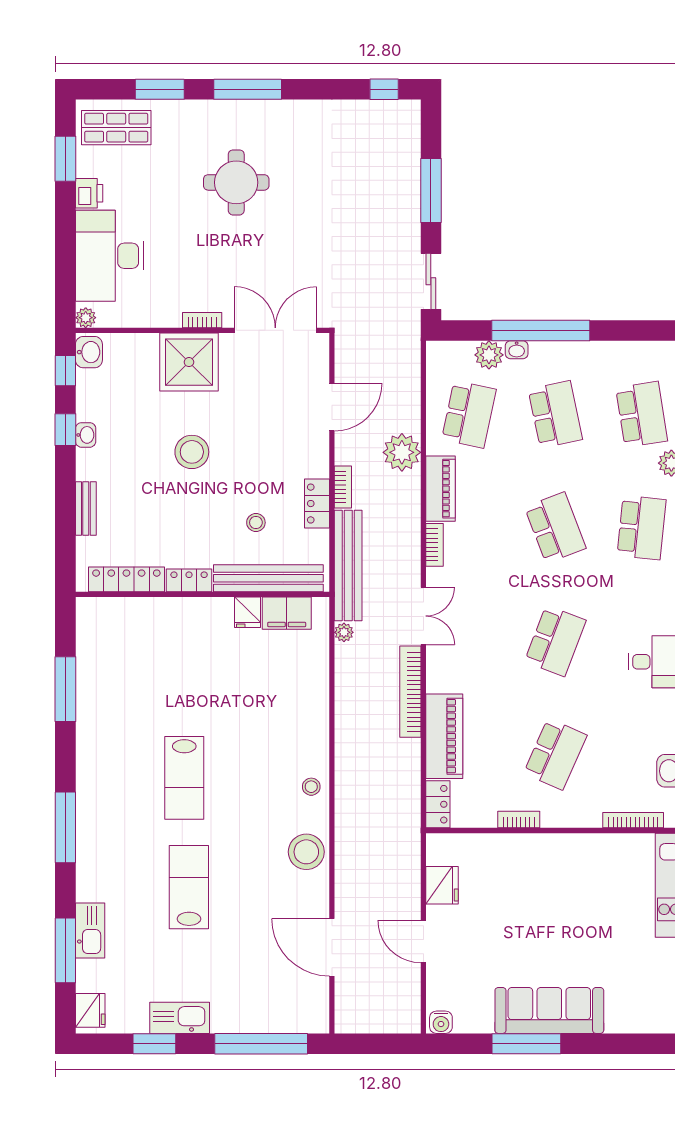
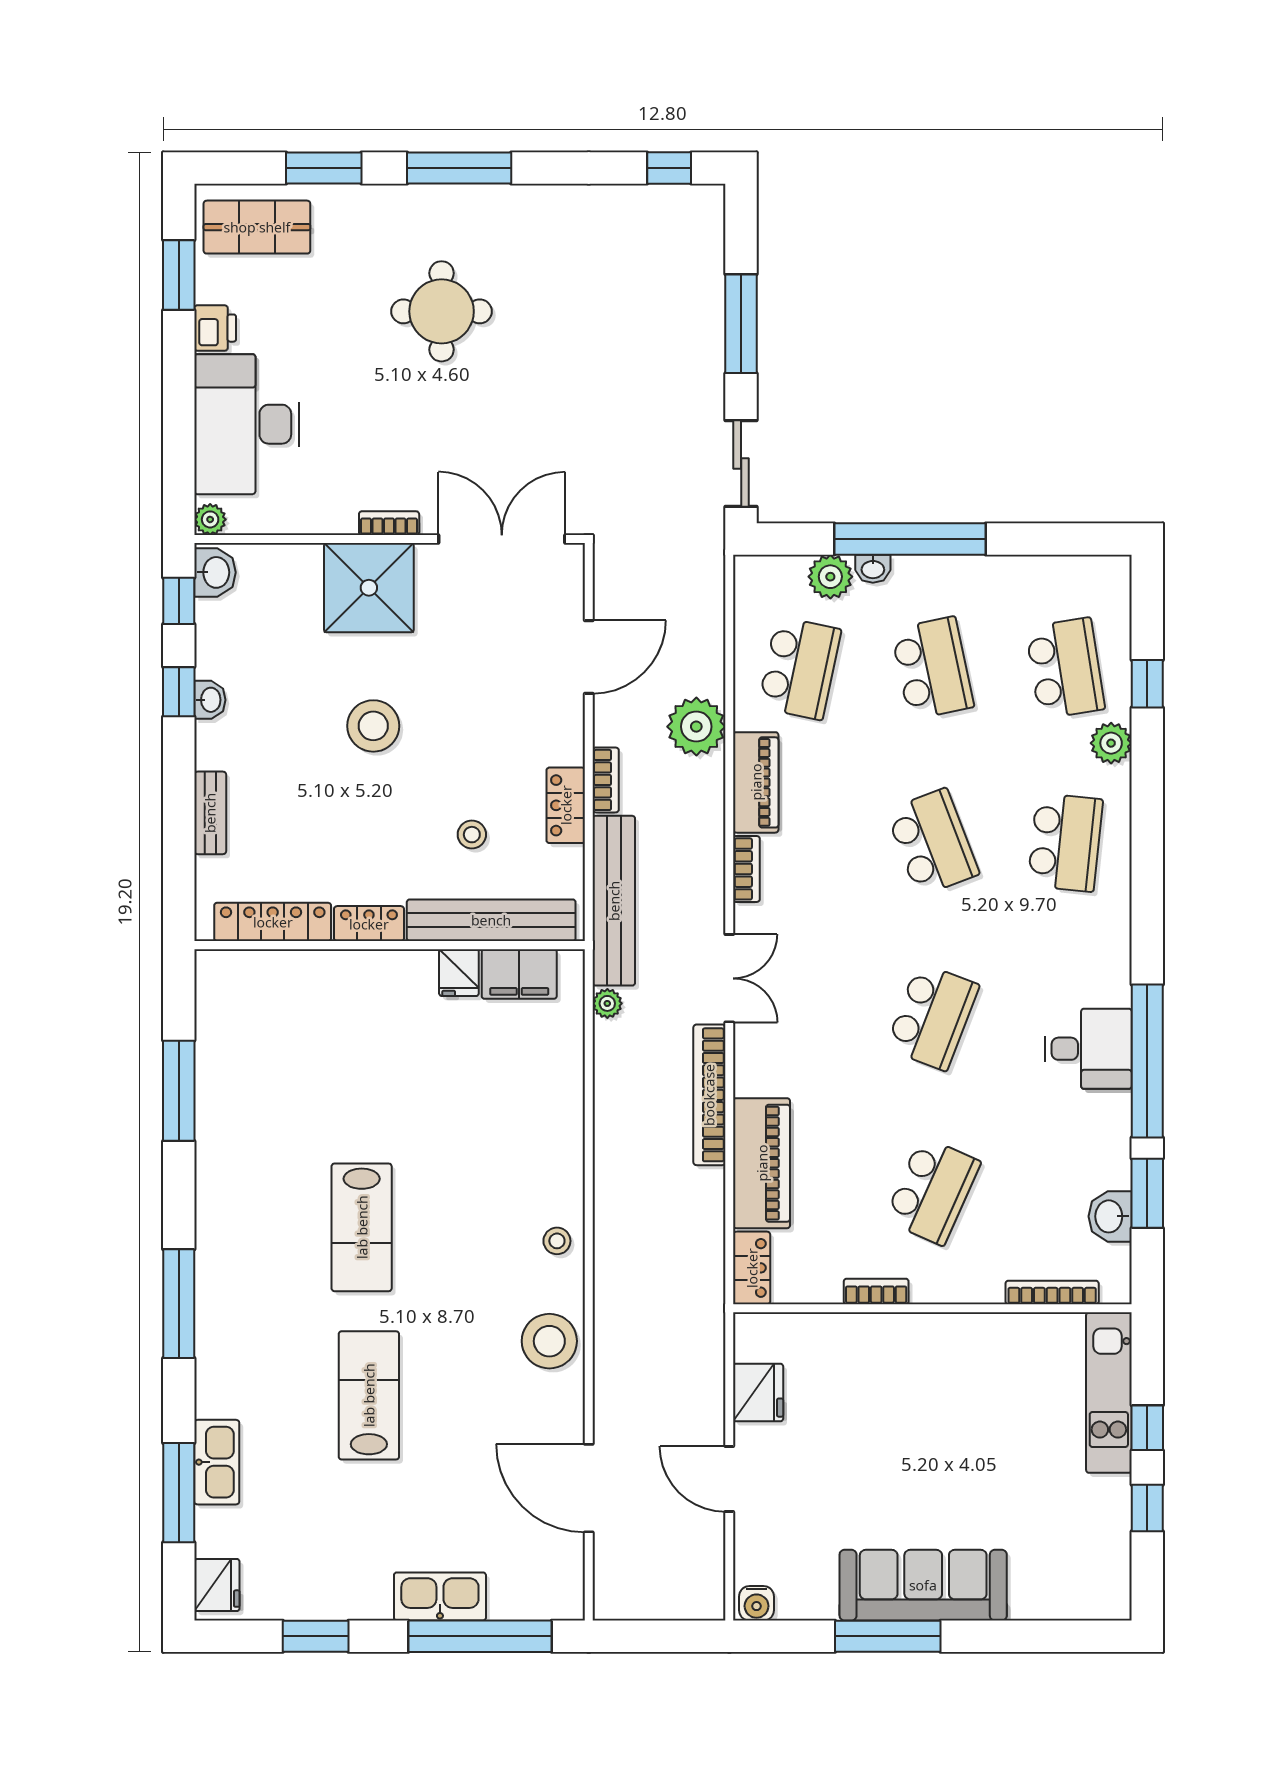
kitchen sink: (180, 1018) -> (440, 1596), moved

